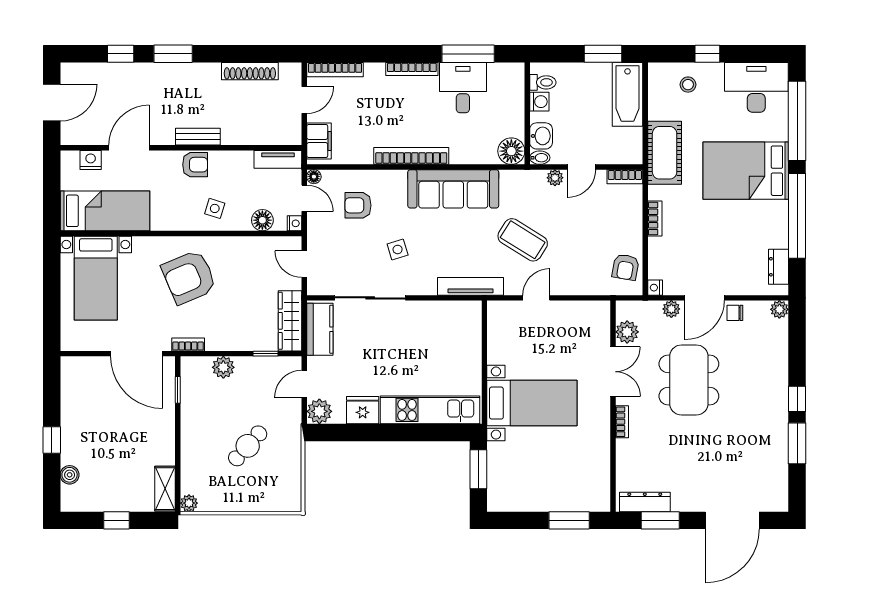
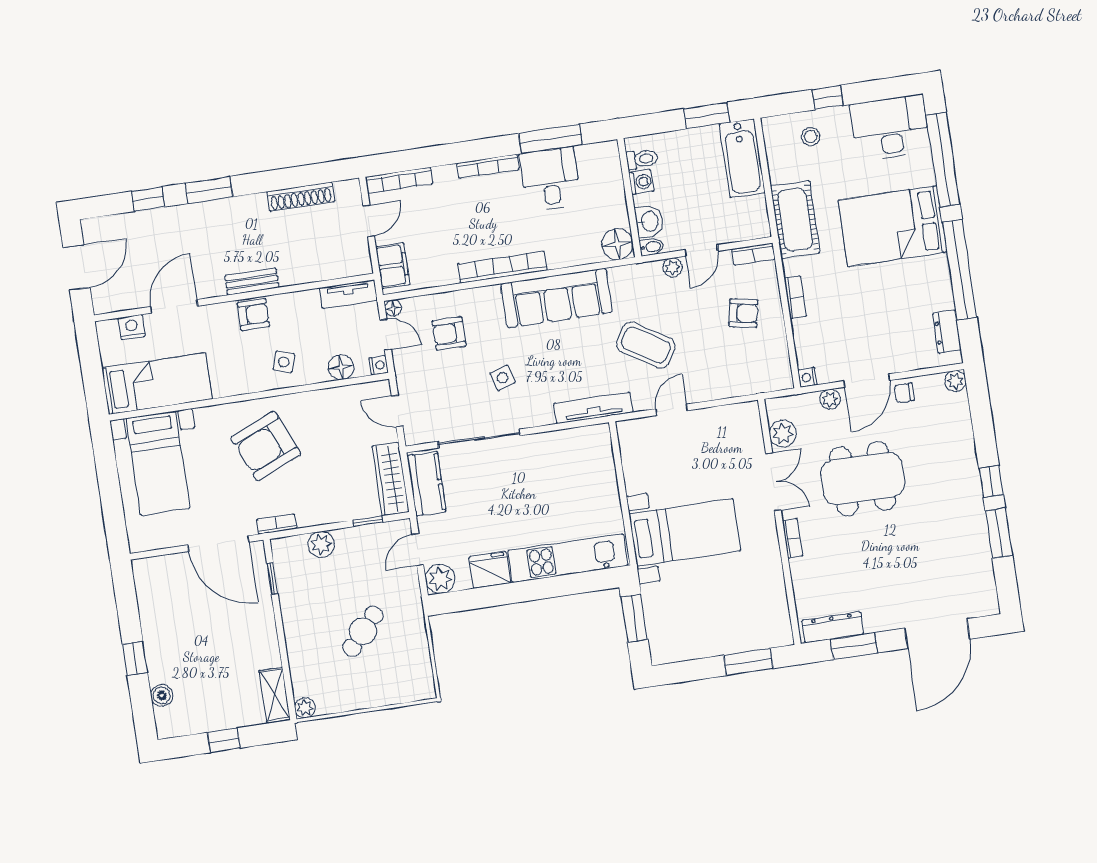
armchair: (626, 267) -> (743, 313), moved, turned -89
dining table: (689, 380) -> (863, 478), turned 90

